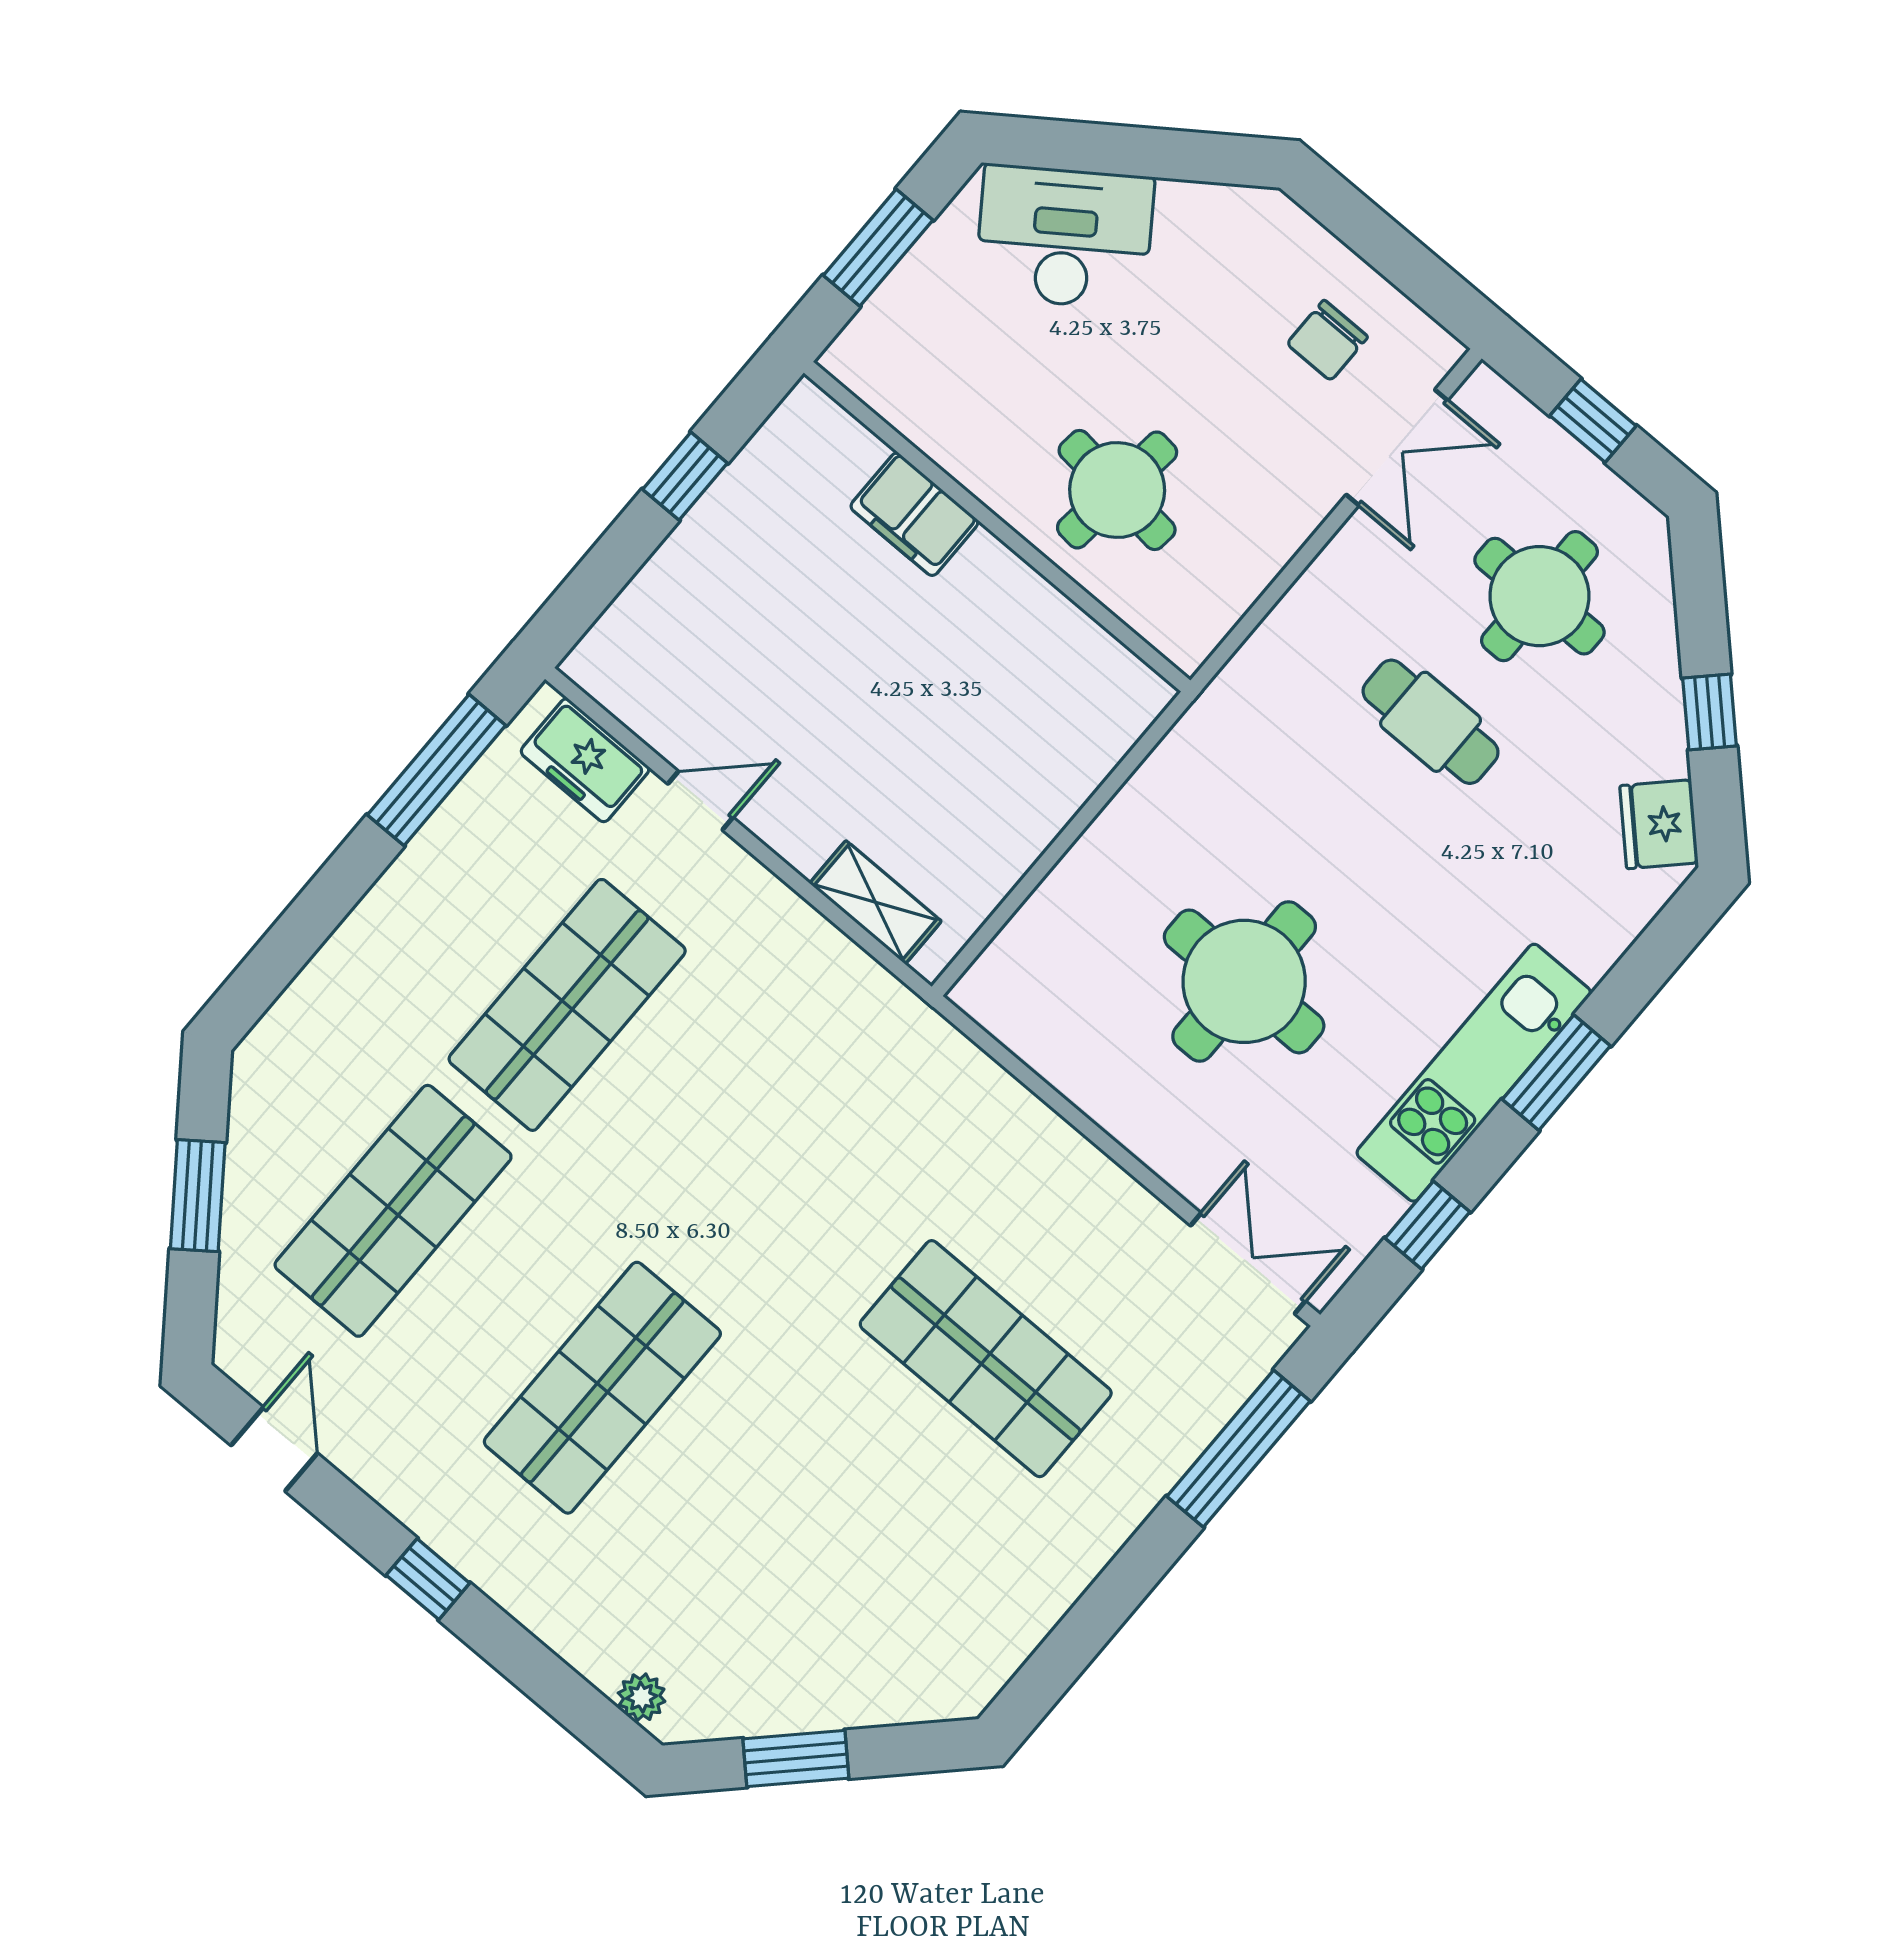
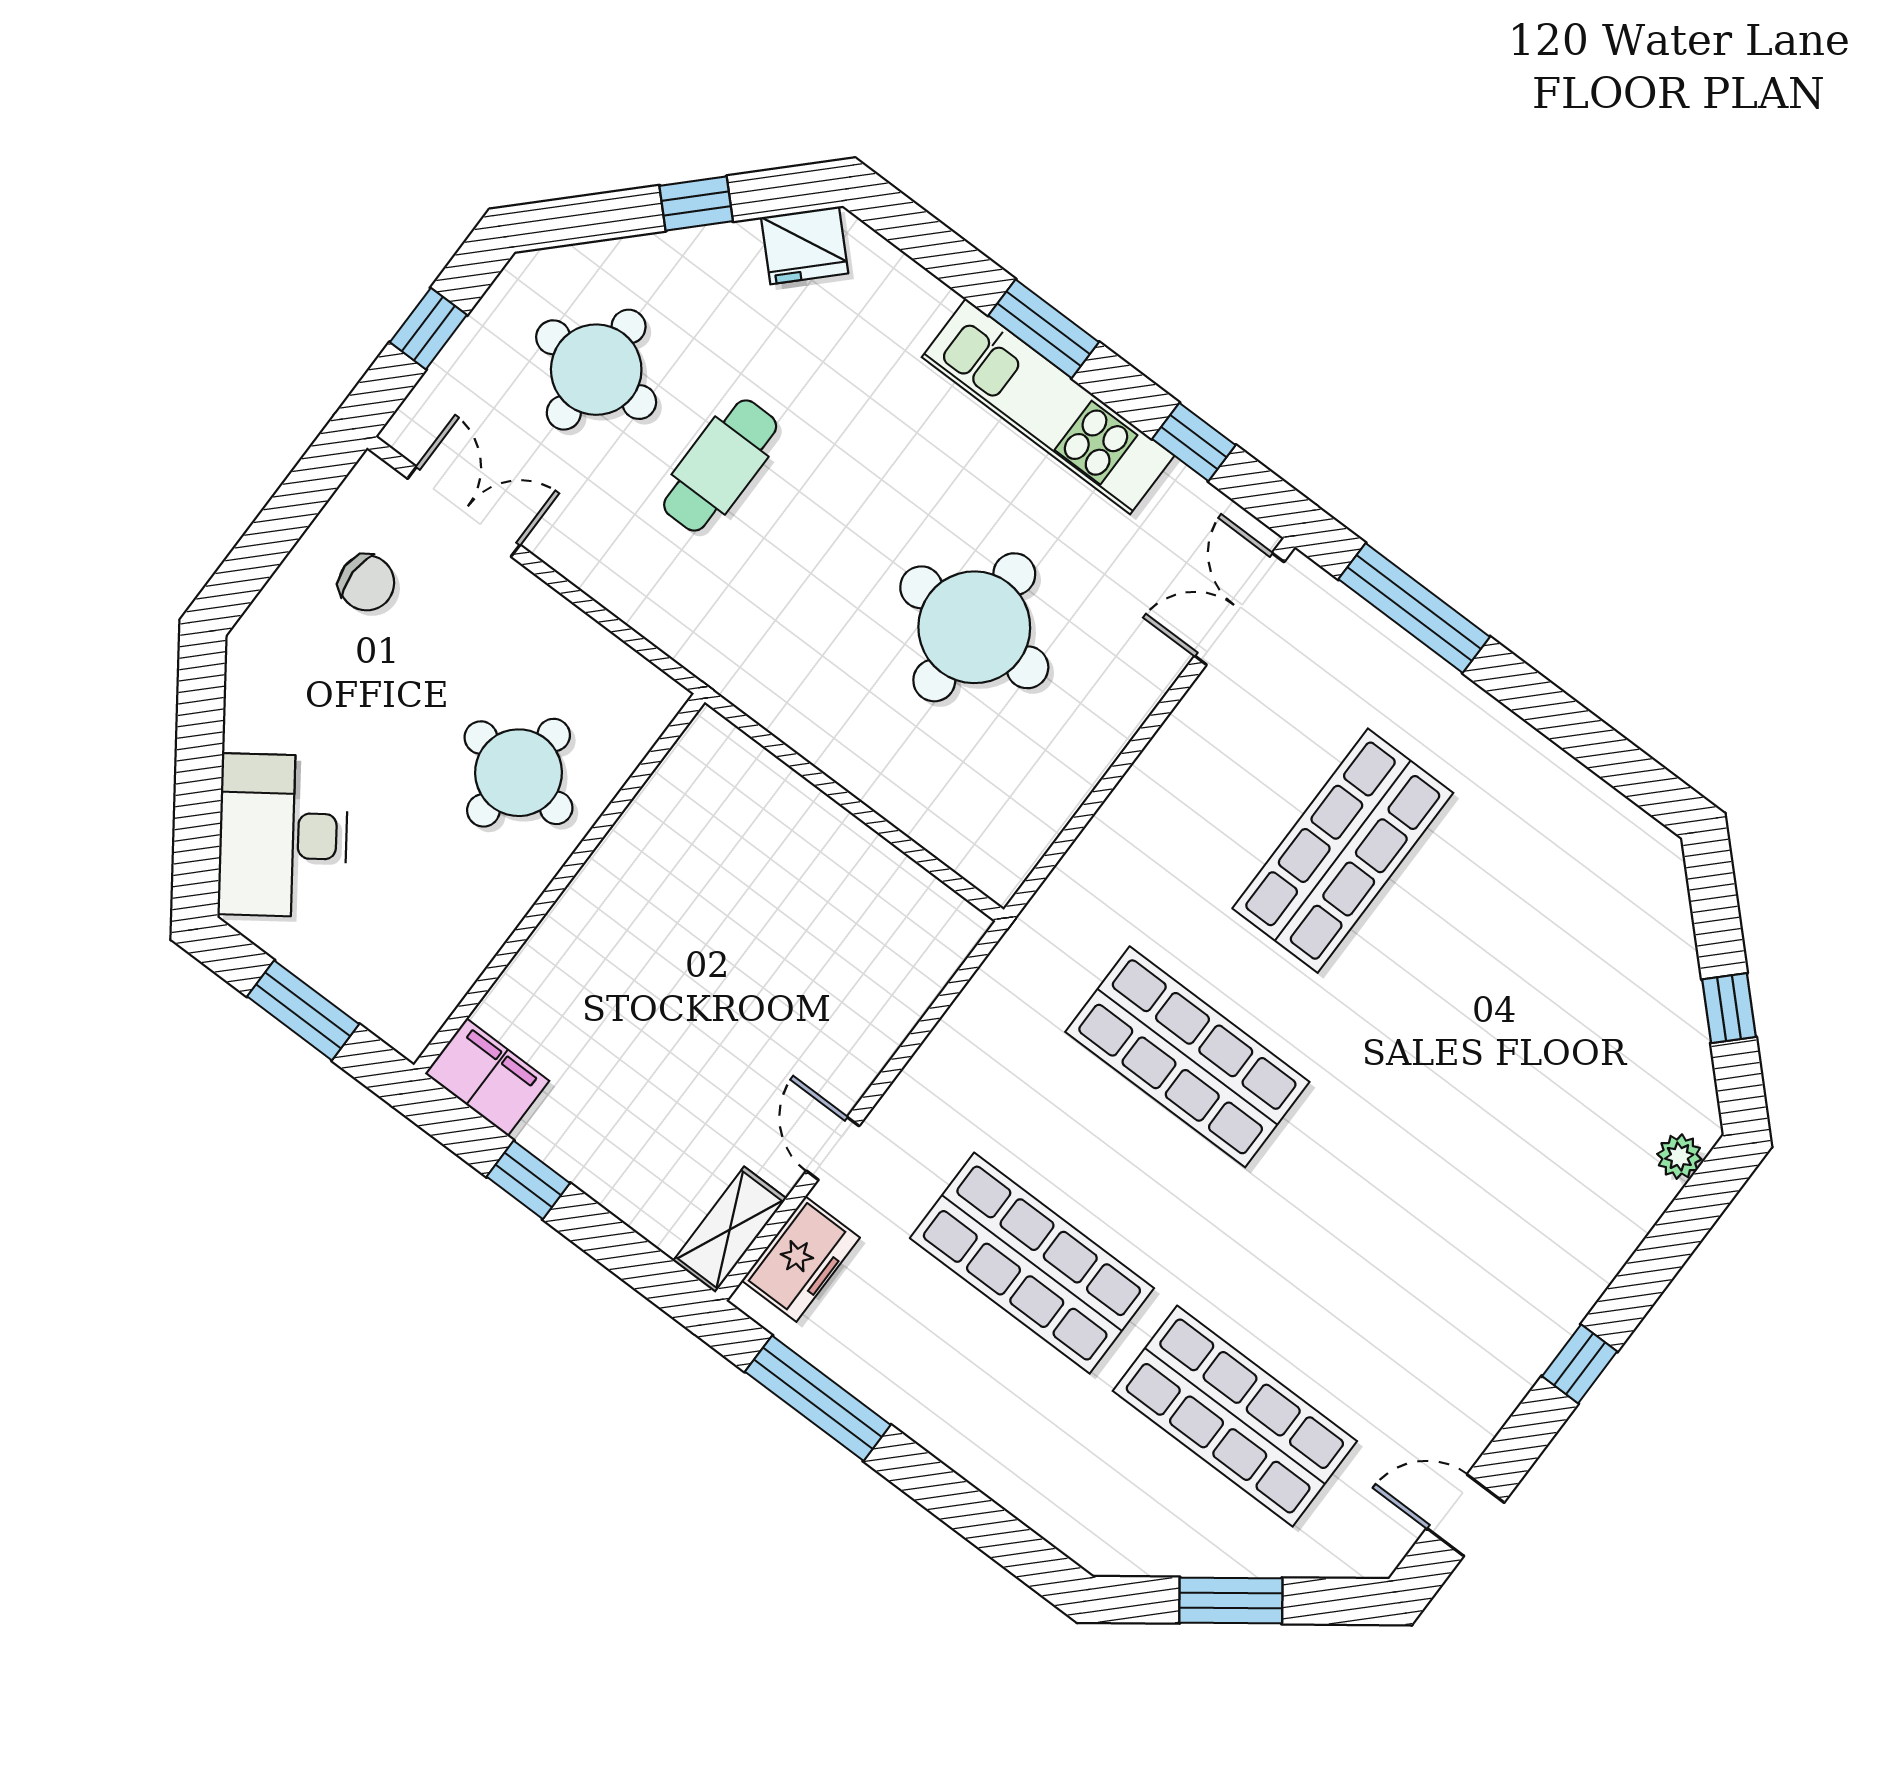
filing cabinet: (914, 514) -> (487, 1077), moved, turned -90
shelving: (876, 902) -> (730, 1230), moved
shop shelf: (602, 1388) -> (1187, 1057), moved
window: (796, 1758) -> (1729, 1008), width x0.67

